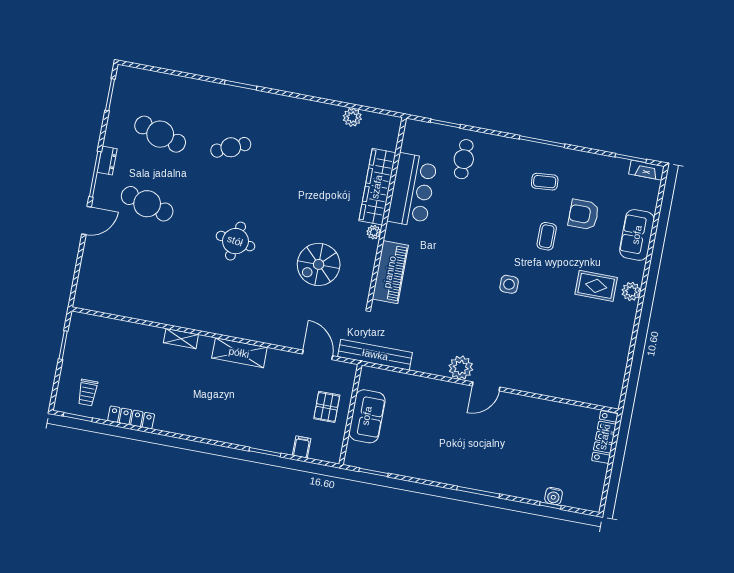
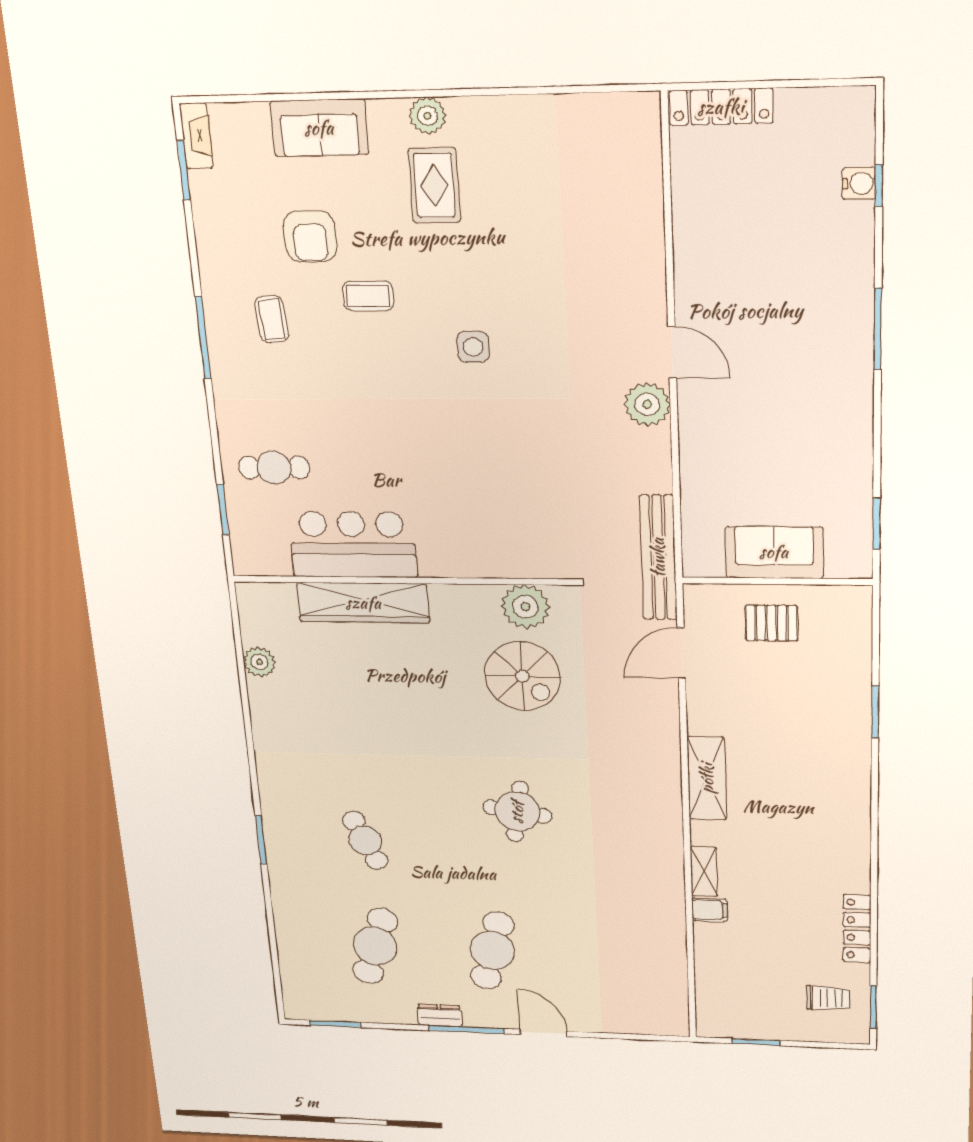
plant: (374, 232) -> (525, 607), moved, width x1.87, depth x1.87
piano: (390, 272) -> (505, 557), removed
filing cabinet: (302, 447) -> (709, 910), moved, turned 180

